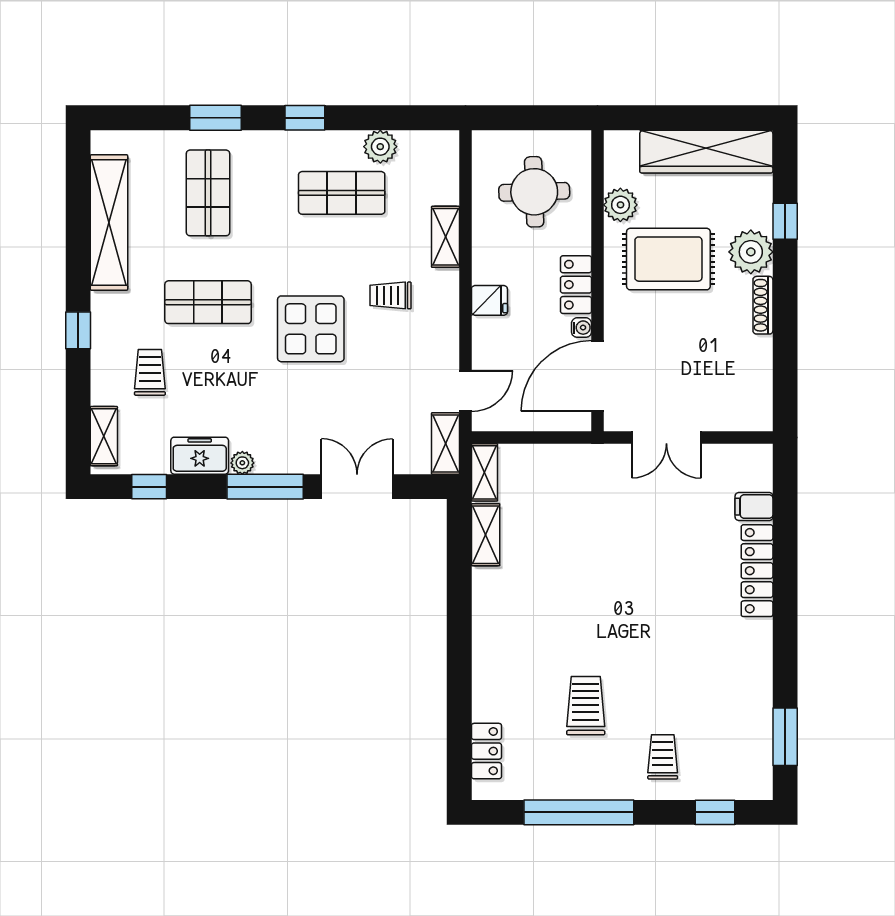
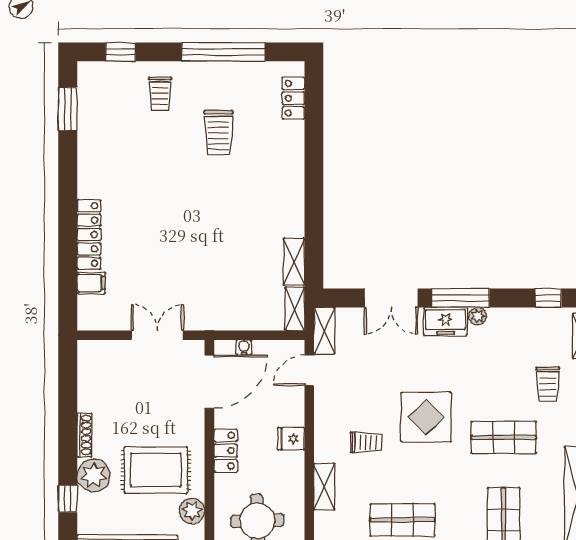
water cooler: (582, 328) -> (244, 347), moved, turned 90
freezer: (200, 456) -> (445, 321), moved

